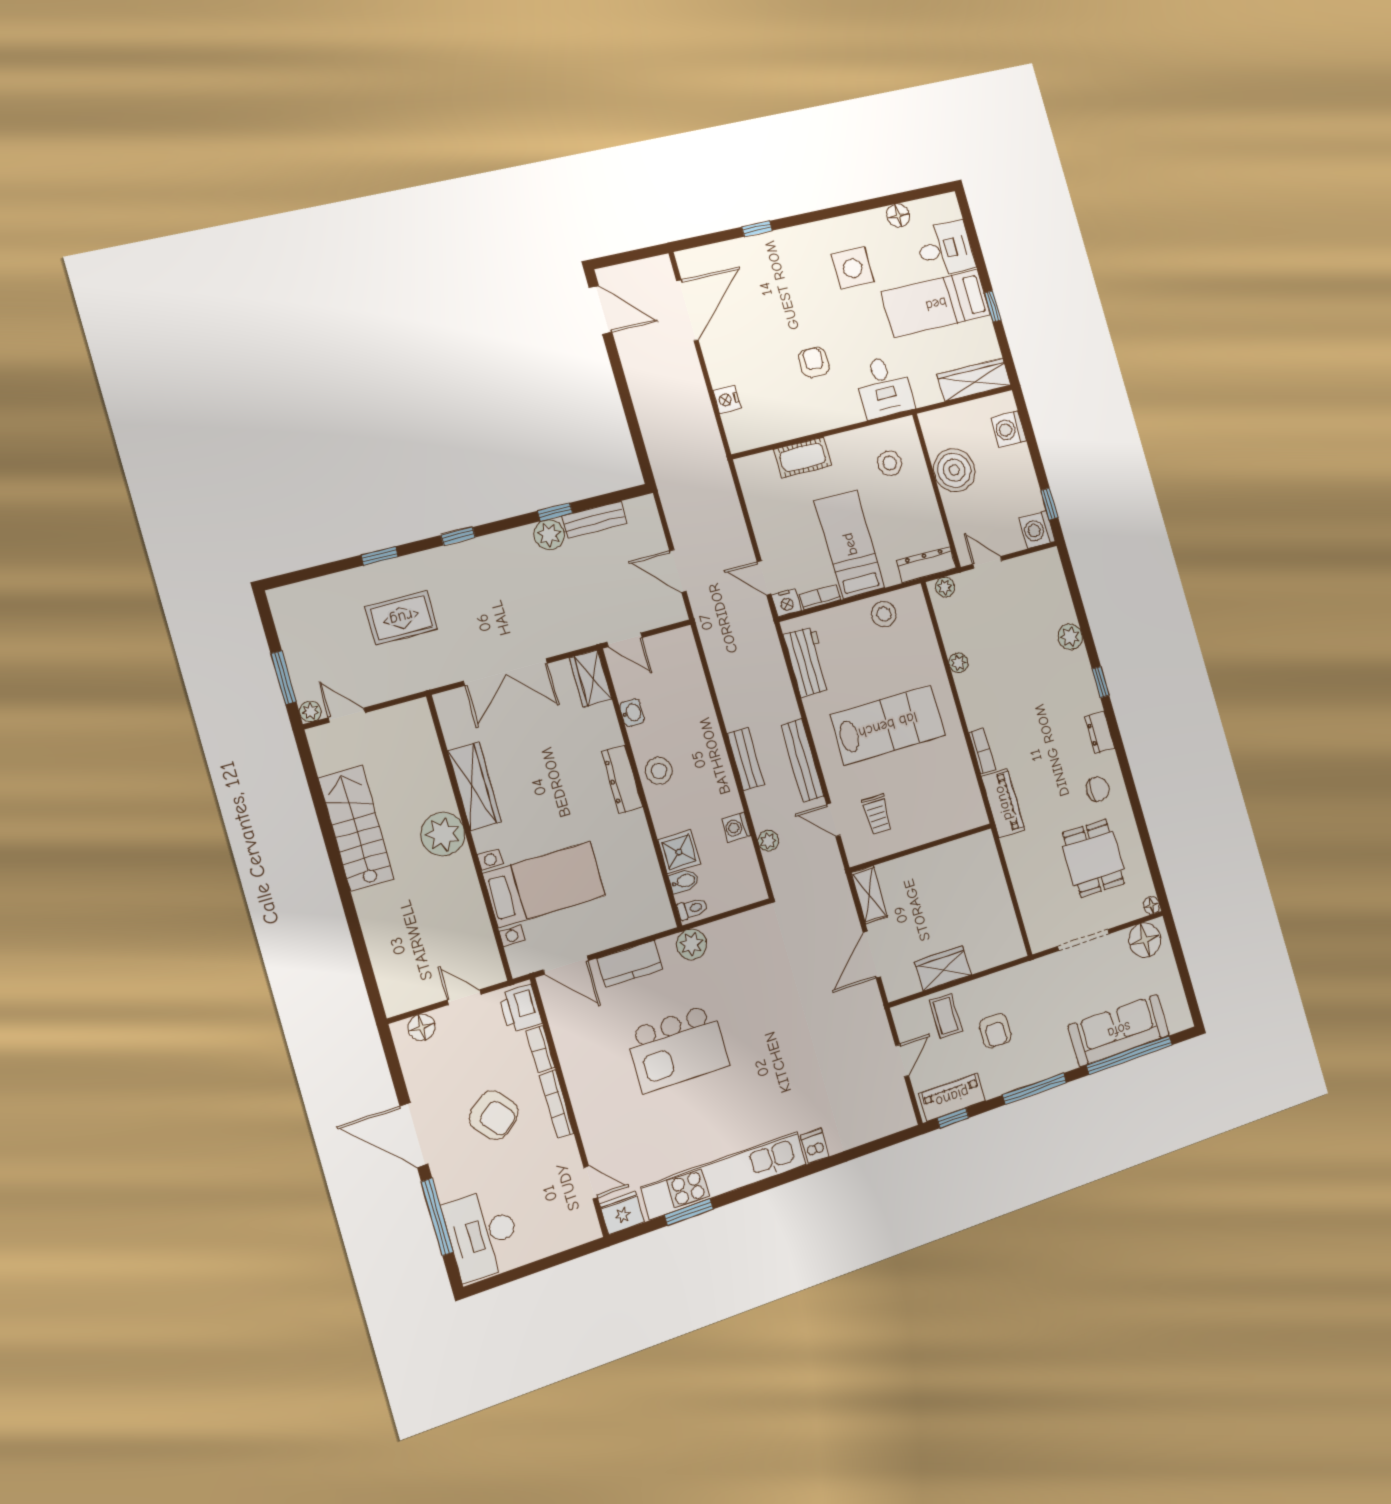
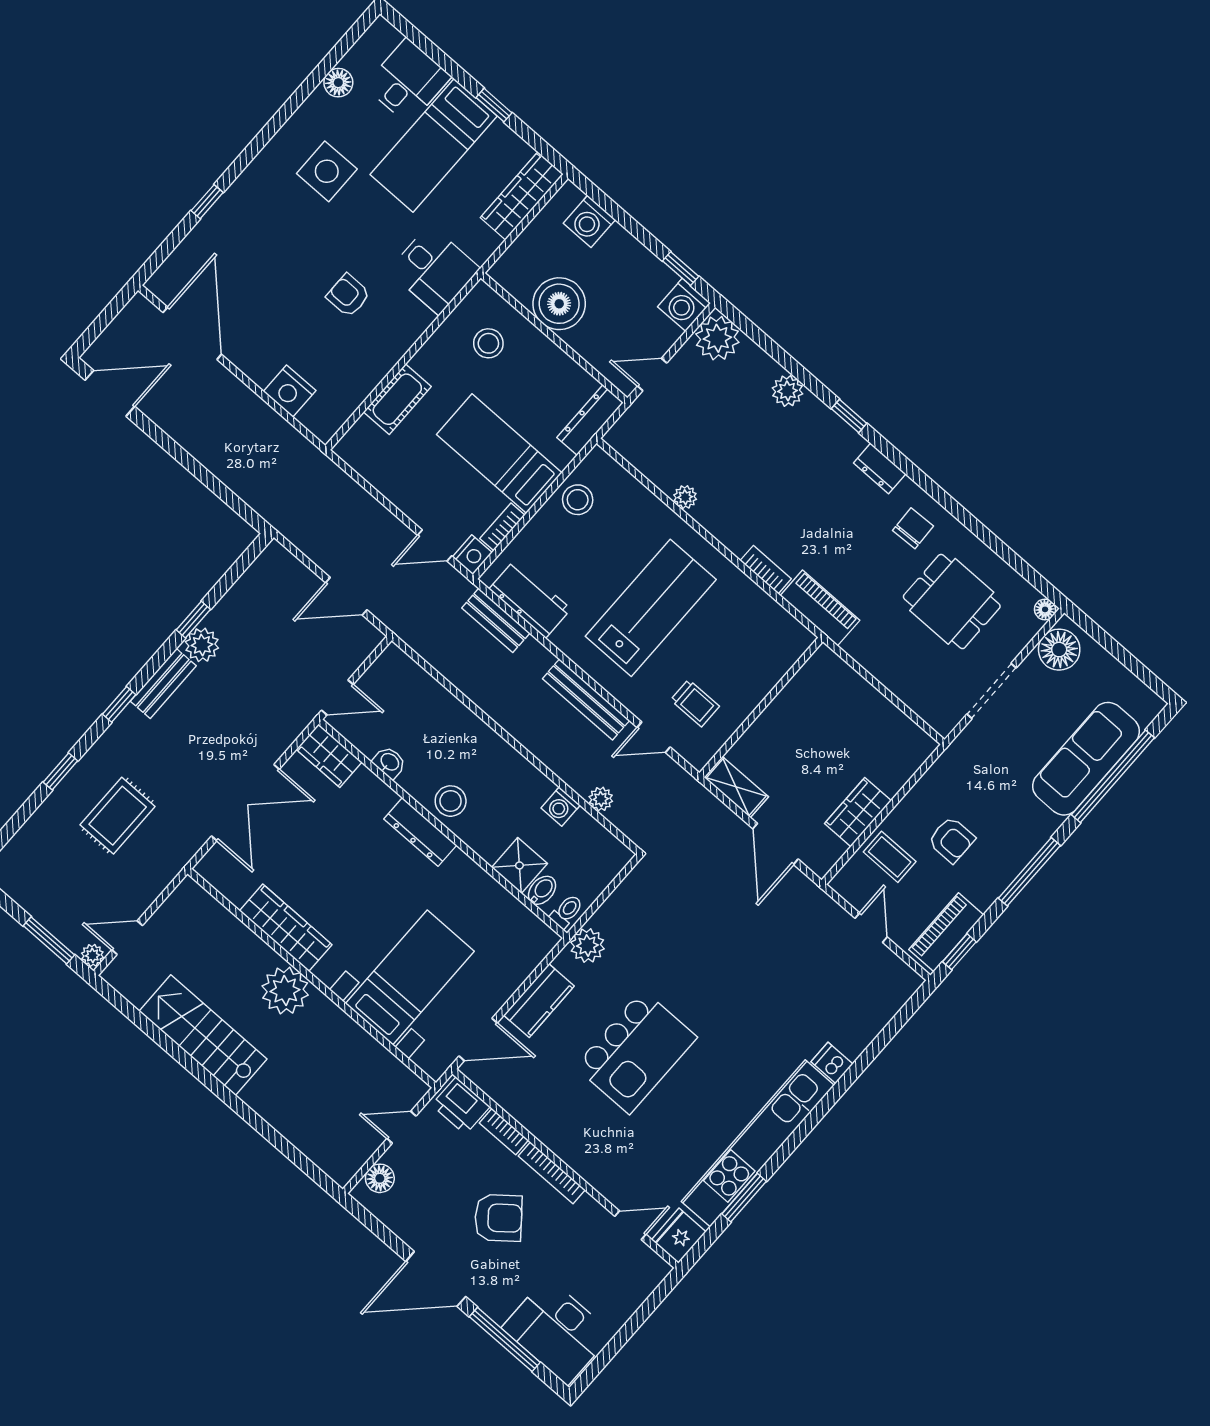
nightstand: (727, 400) -> (290, 391), width x1.36, depth x1.33
bench: (594, 520) -> (163, 683), moved
plant: (945, 587) -> (717, 338), moved, width x1.88, depth x1.88
bench: (746, 759) -> (496, 620), moved

